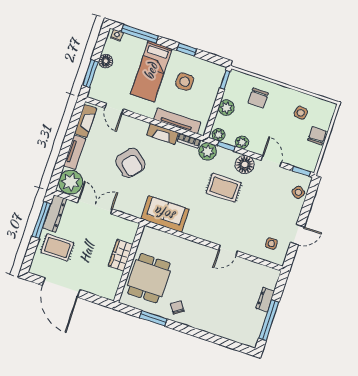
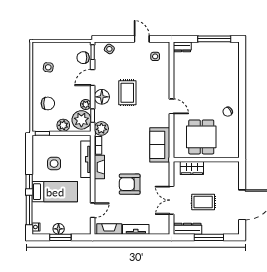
window: (187, 50) -> (29, 182), moved
window: (90, 73) -> (60, 237), moved
plant: (219, 135) -> (81, 120), width x1.87, depth x1.87
chair: (317, 136) -> (83, 58), moved
armchair: (130, 163) -> (130, 184), turned -131
plant: (71, 182) -> (159, 225), removed
rug: (224, 188) -> (127, 93), moved
window: (41, 220) -> (209, 237), moved
rug: (57, 247) -> (203, 202), moved, turned 90
door: (228, 251) -> (172, 106), moved
wardrobe: (121, 255) -> (192, 168), moved
dining table: (149, 278) -> (201, 137), moved, turned 90
dresser: (265, 300) -> (182, 47), moved
window: (153, 318) -> (242, 127), removed

